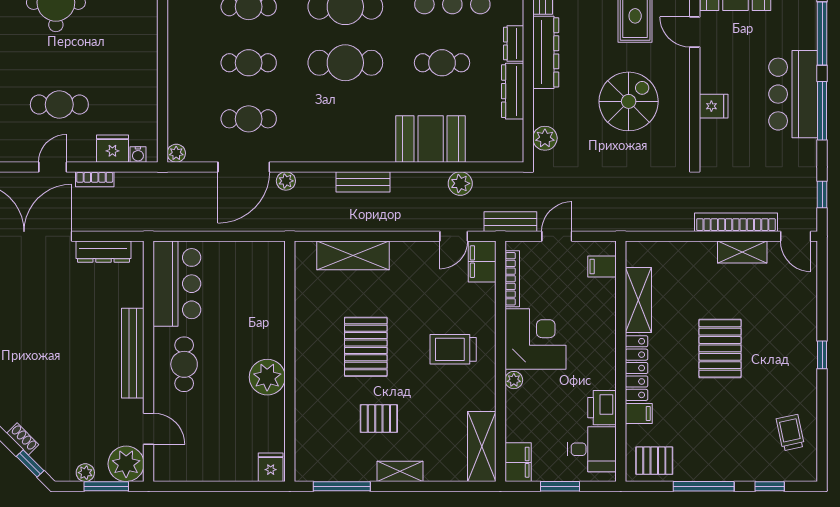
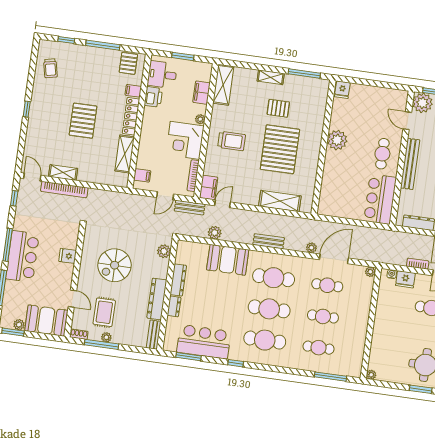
cafe table: (442, 63) -> (274, 278), moved, width x1.37, depth x1.35
pallet: (366, 347) -> (280, 149), width x1.37, depth x1.41
pallet: (654, 461) -> (128, 63), turned 90
filing cabinet: (518, 462) -> (202, 93), moved

